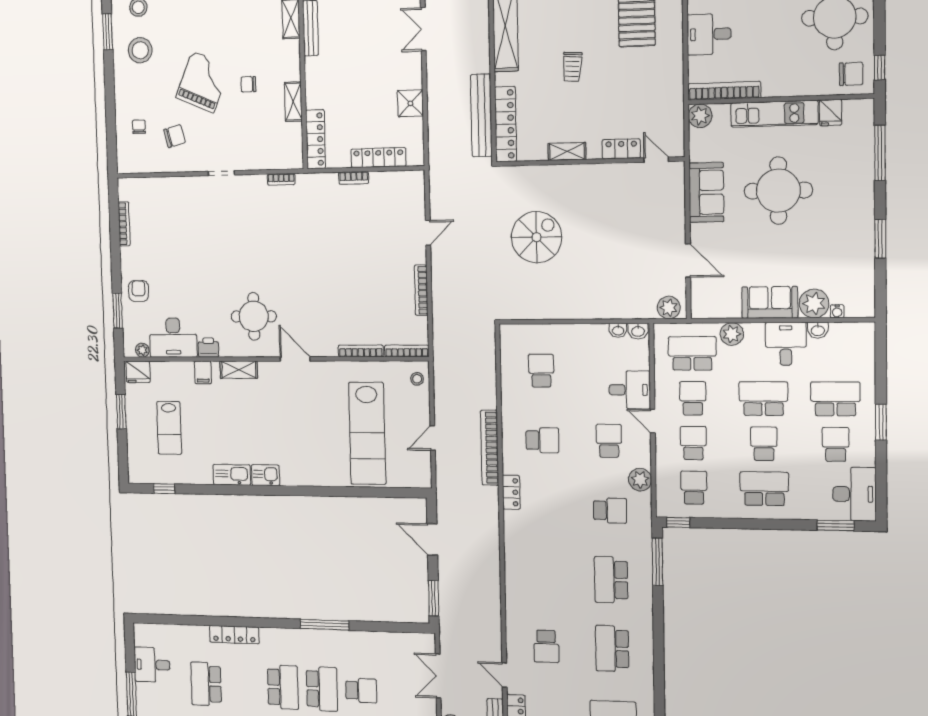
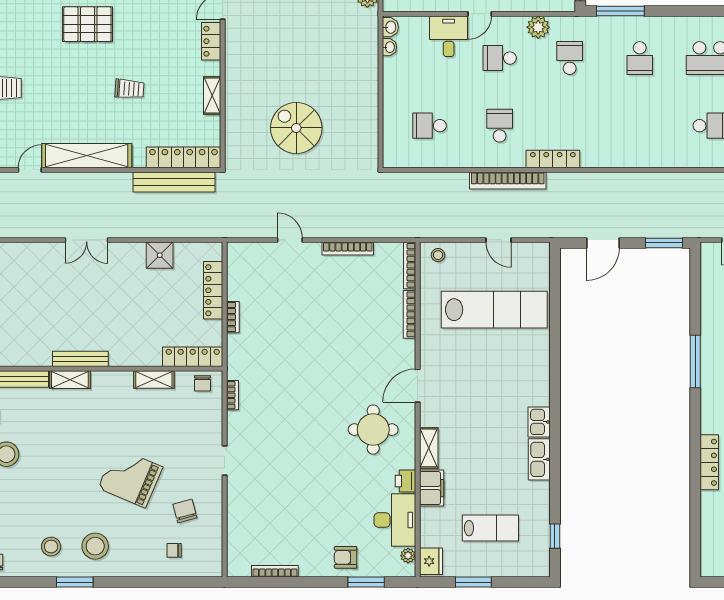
chair: (248, 84) -> (203, 383), moved
filing cabinet: (203, 372) -> (432, 488), width x2.00
locker: (511, 492) -> (553, 159), width x1.53
school desk: (611, 580) -> (640, 58), width x0.54

